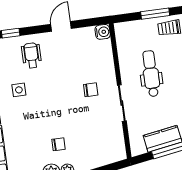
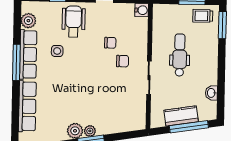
wheelchair: (31, 55) -> (74, 21), width x1.36, depth x1.37
chair: (59, 144) -> (110, 43), moved

